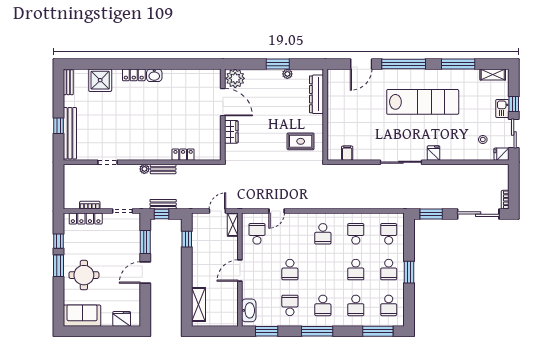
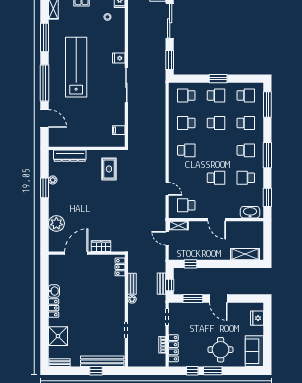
door: (223, 102) -> (76, 253), moved
wall: (223, 115) -> (87, 253), moved
wardrobe: (231, 132) -> (101, 246), moved

